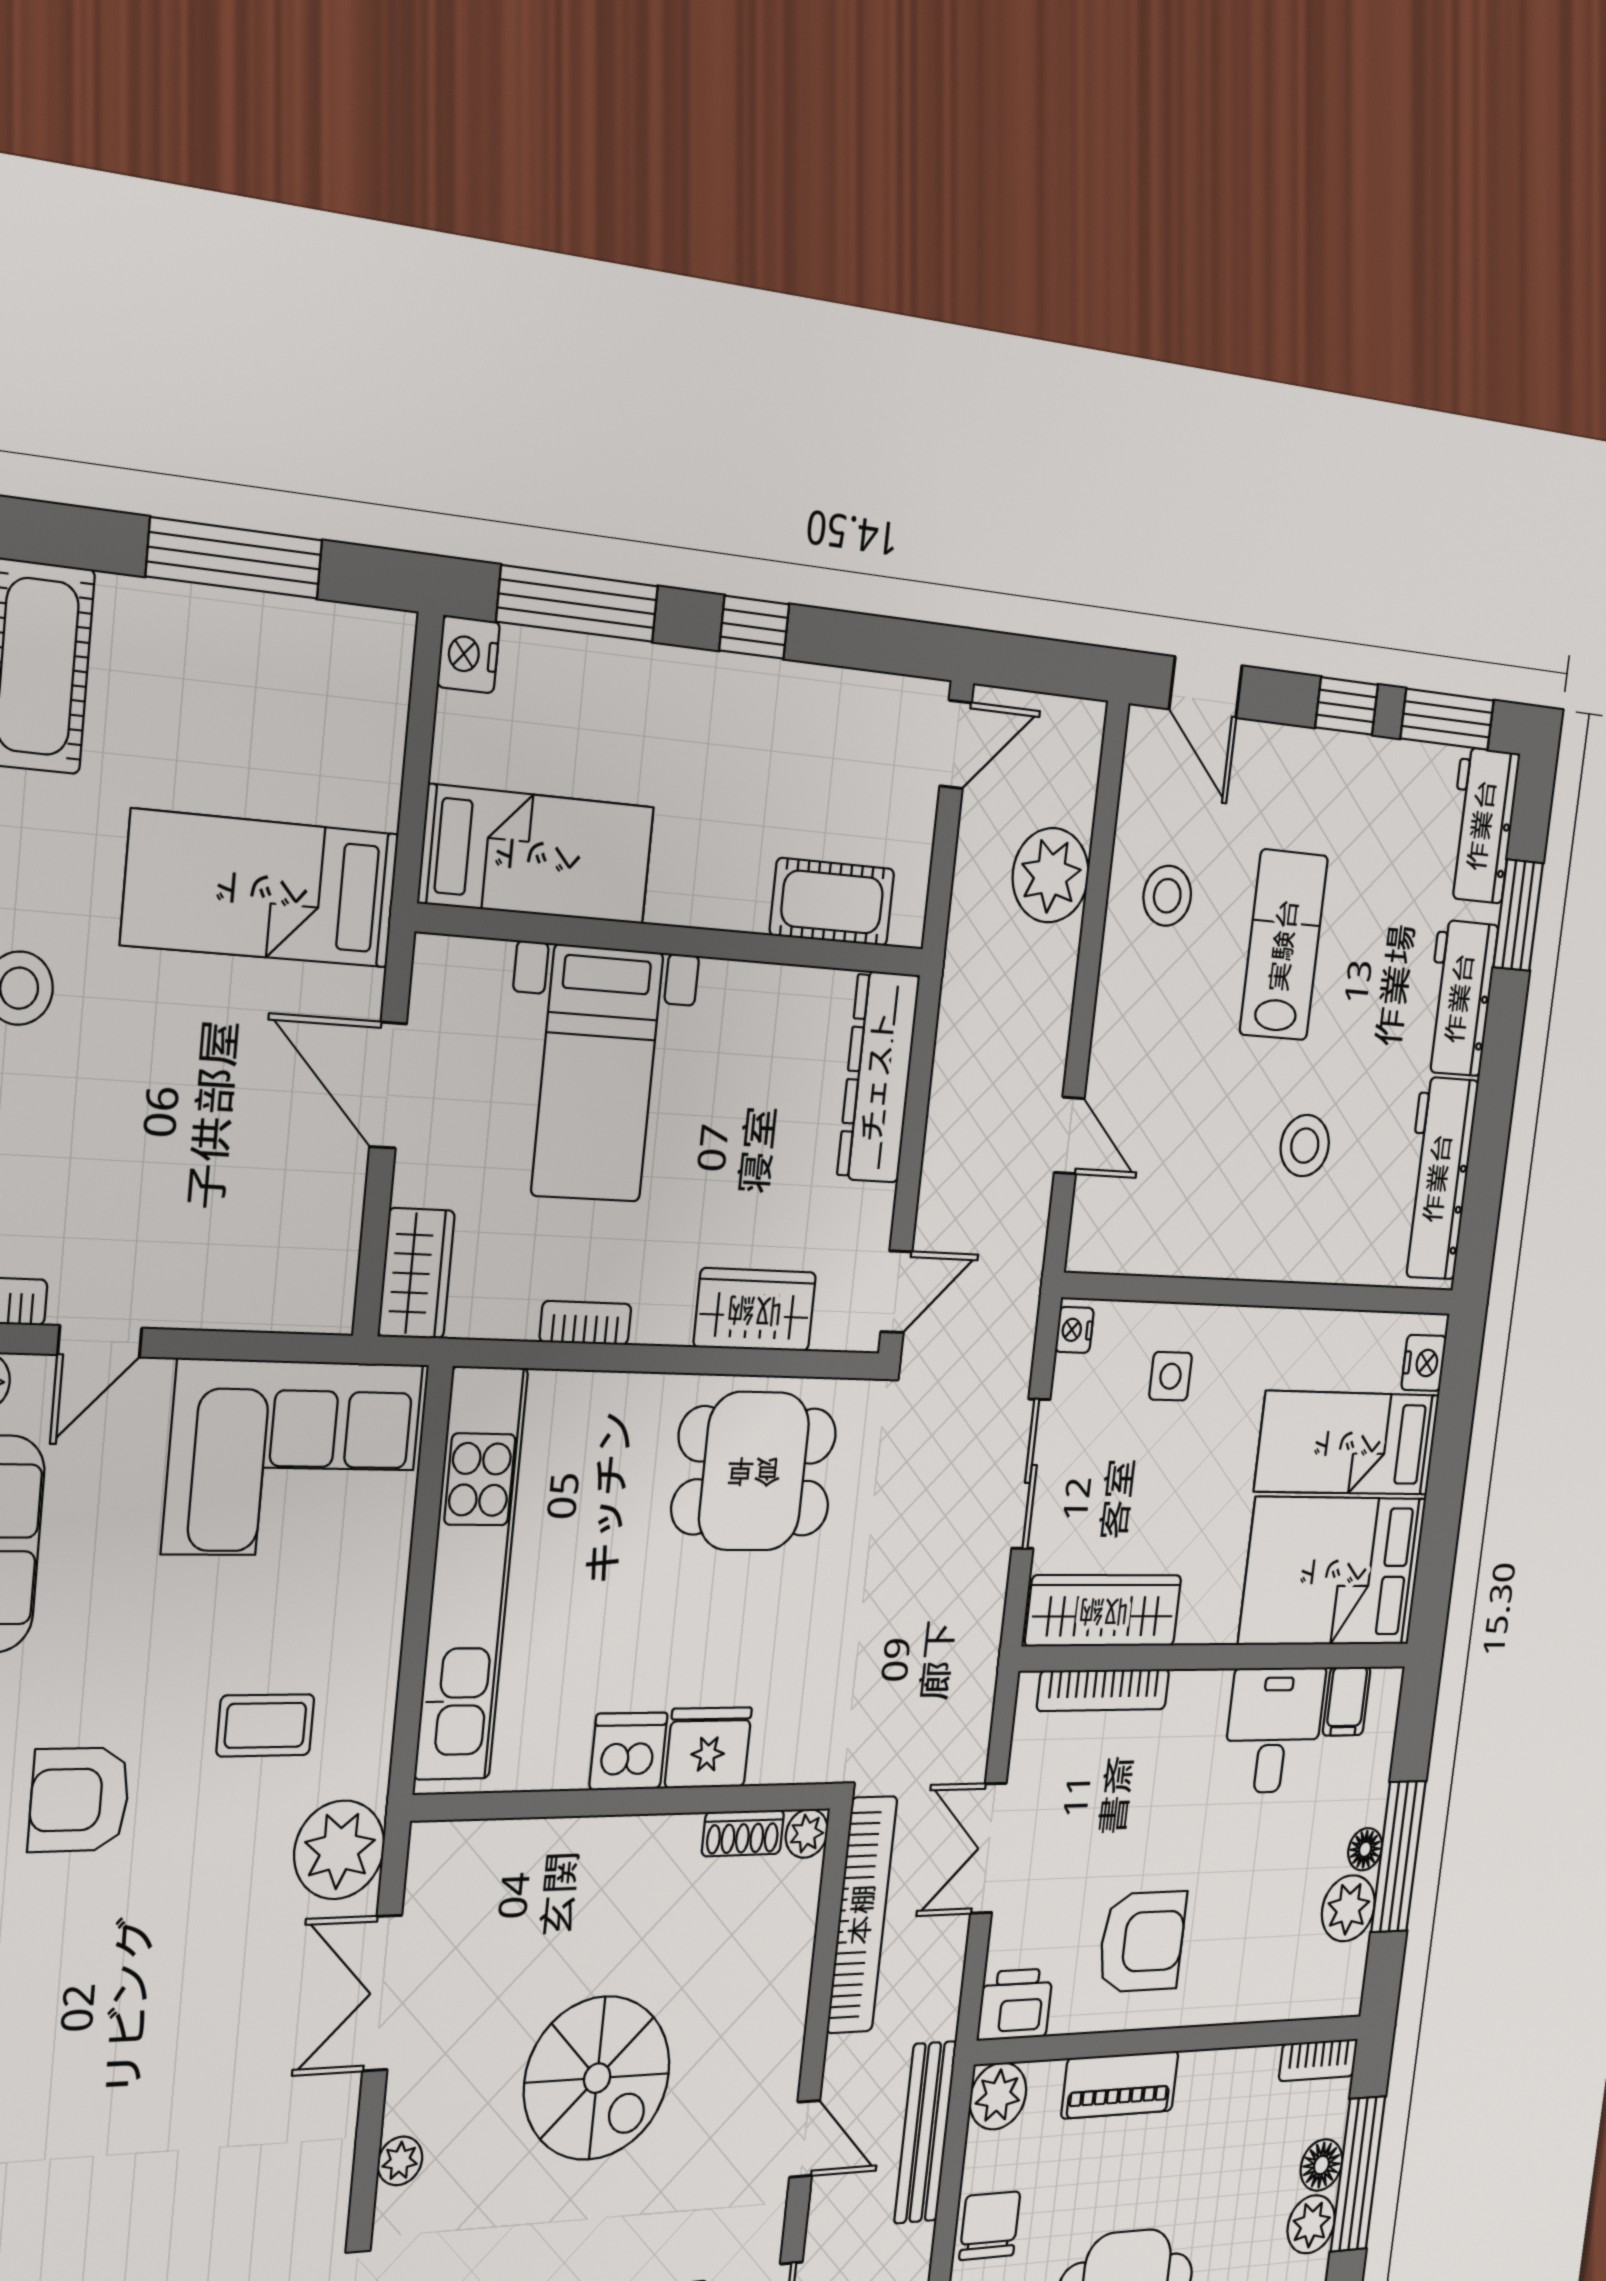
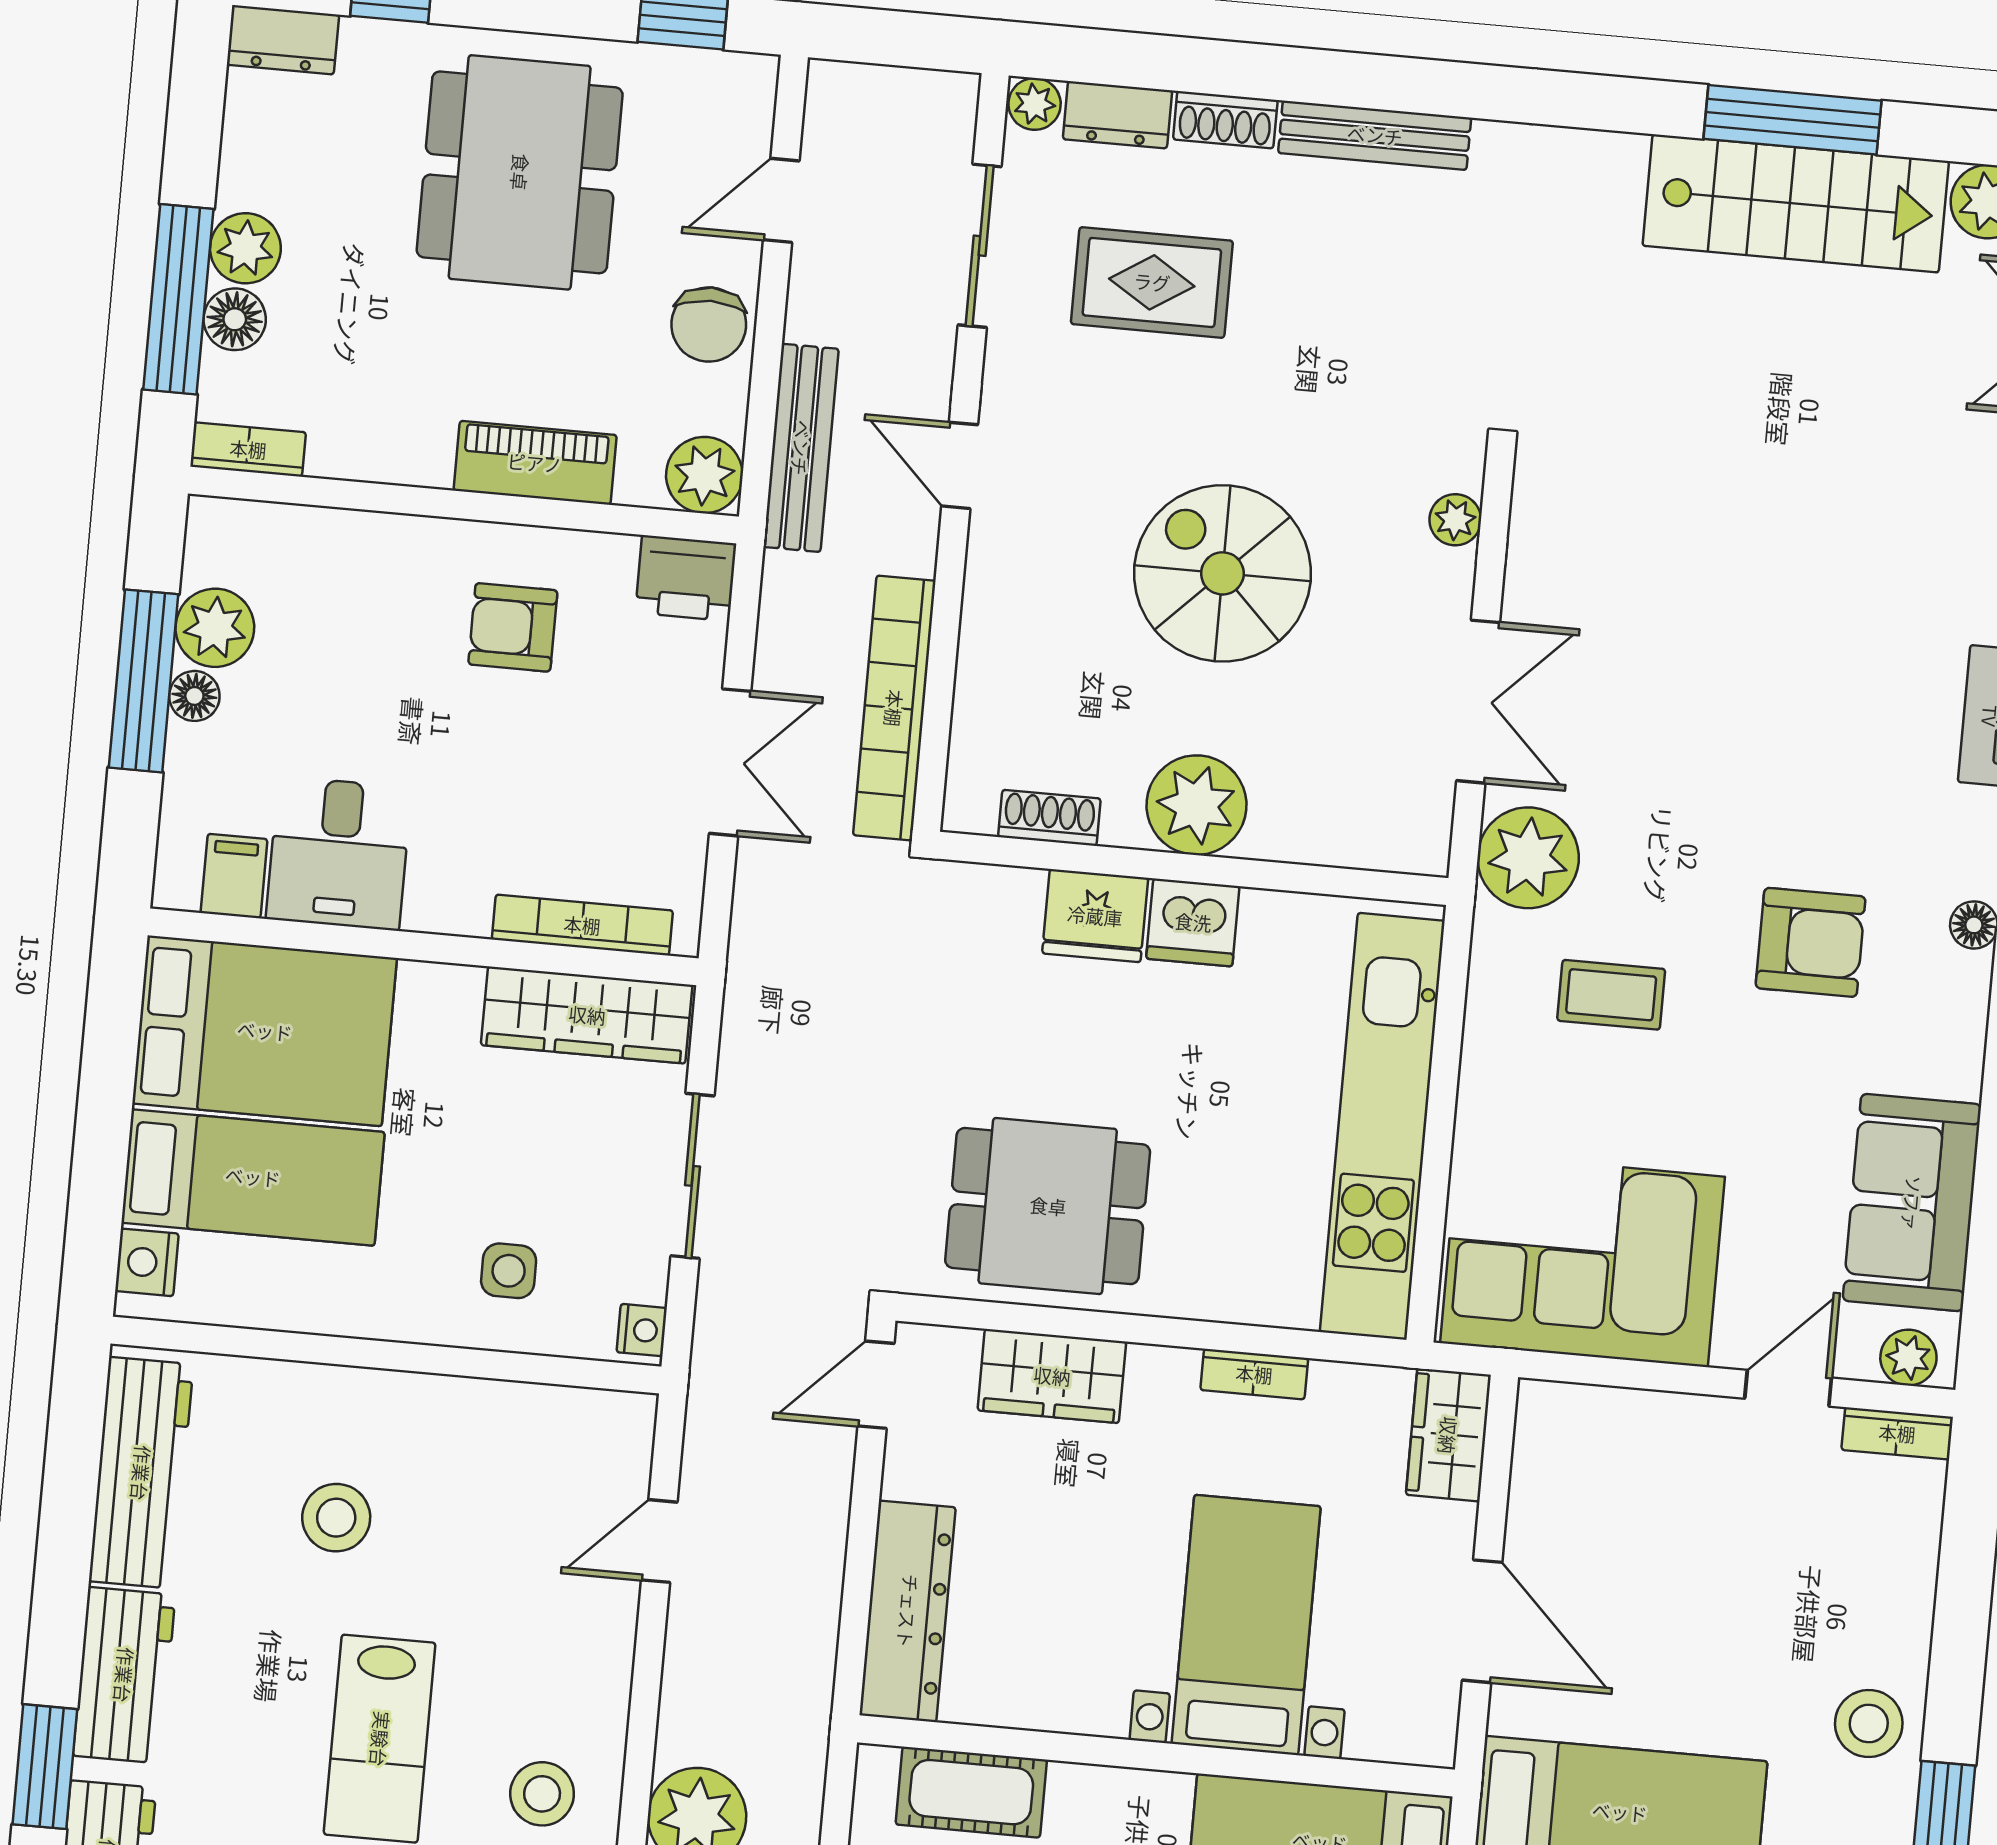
door: (1069, 1136) -> (659, 1541), hinge flipped
plant: (807, 1833) -> (1196, 805), moved, width x1.87, depth x1.87
armchair: (1142, 1942) -> (513, 627), width x0.72, depth x0.72

